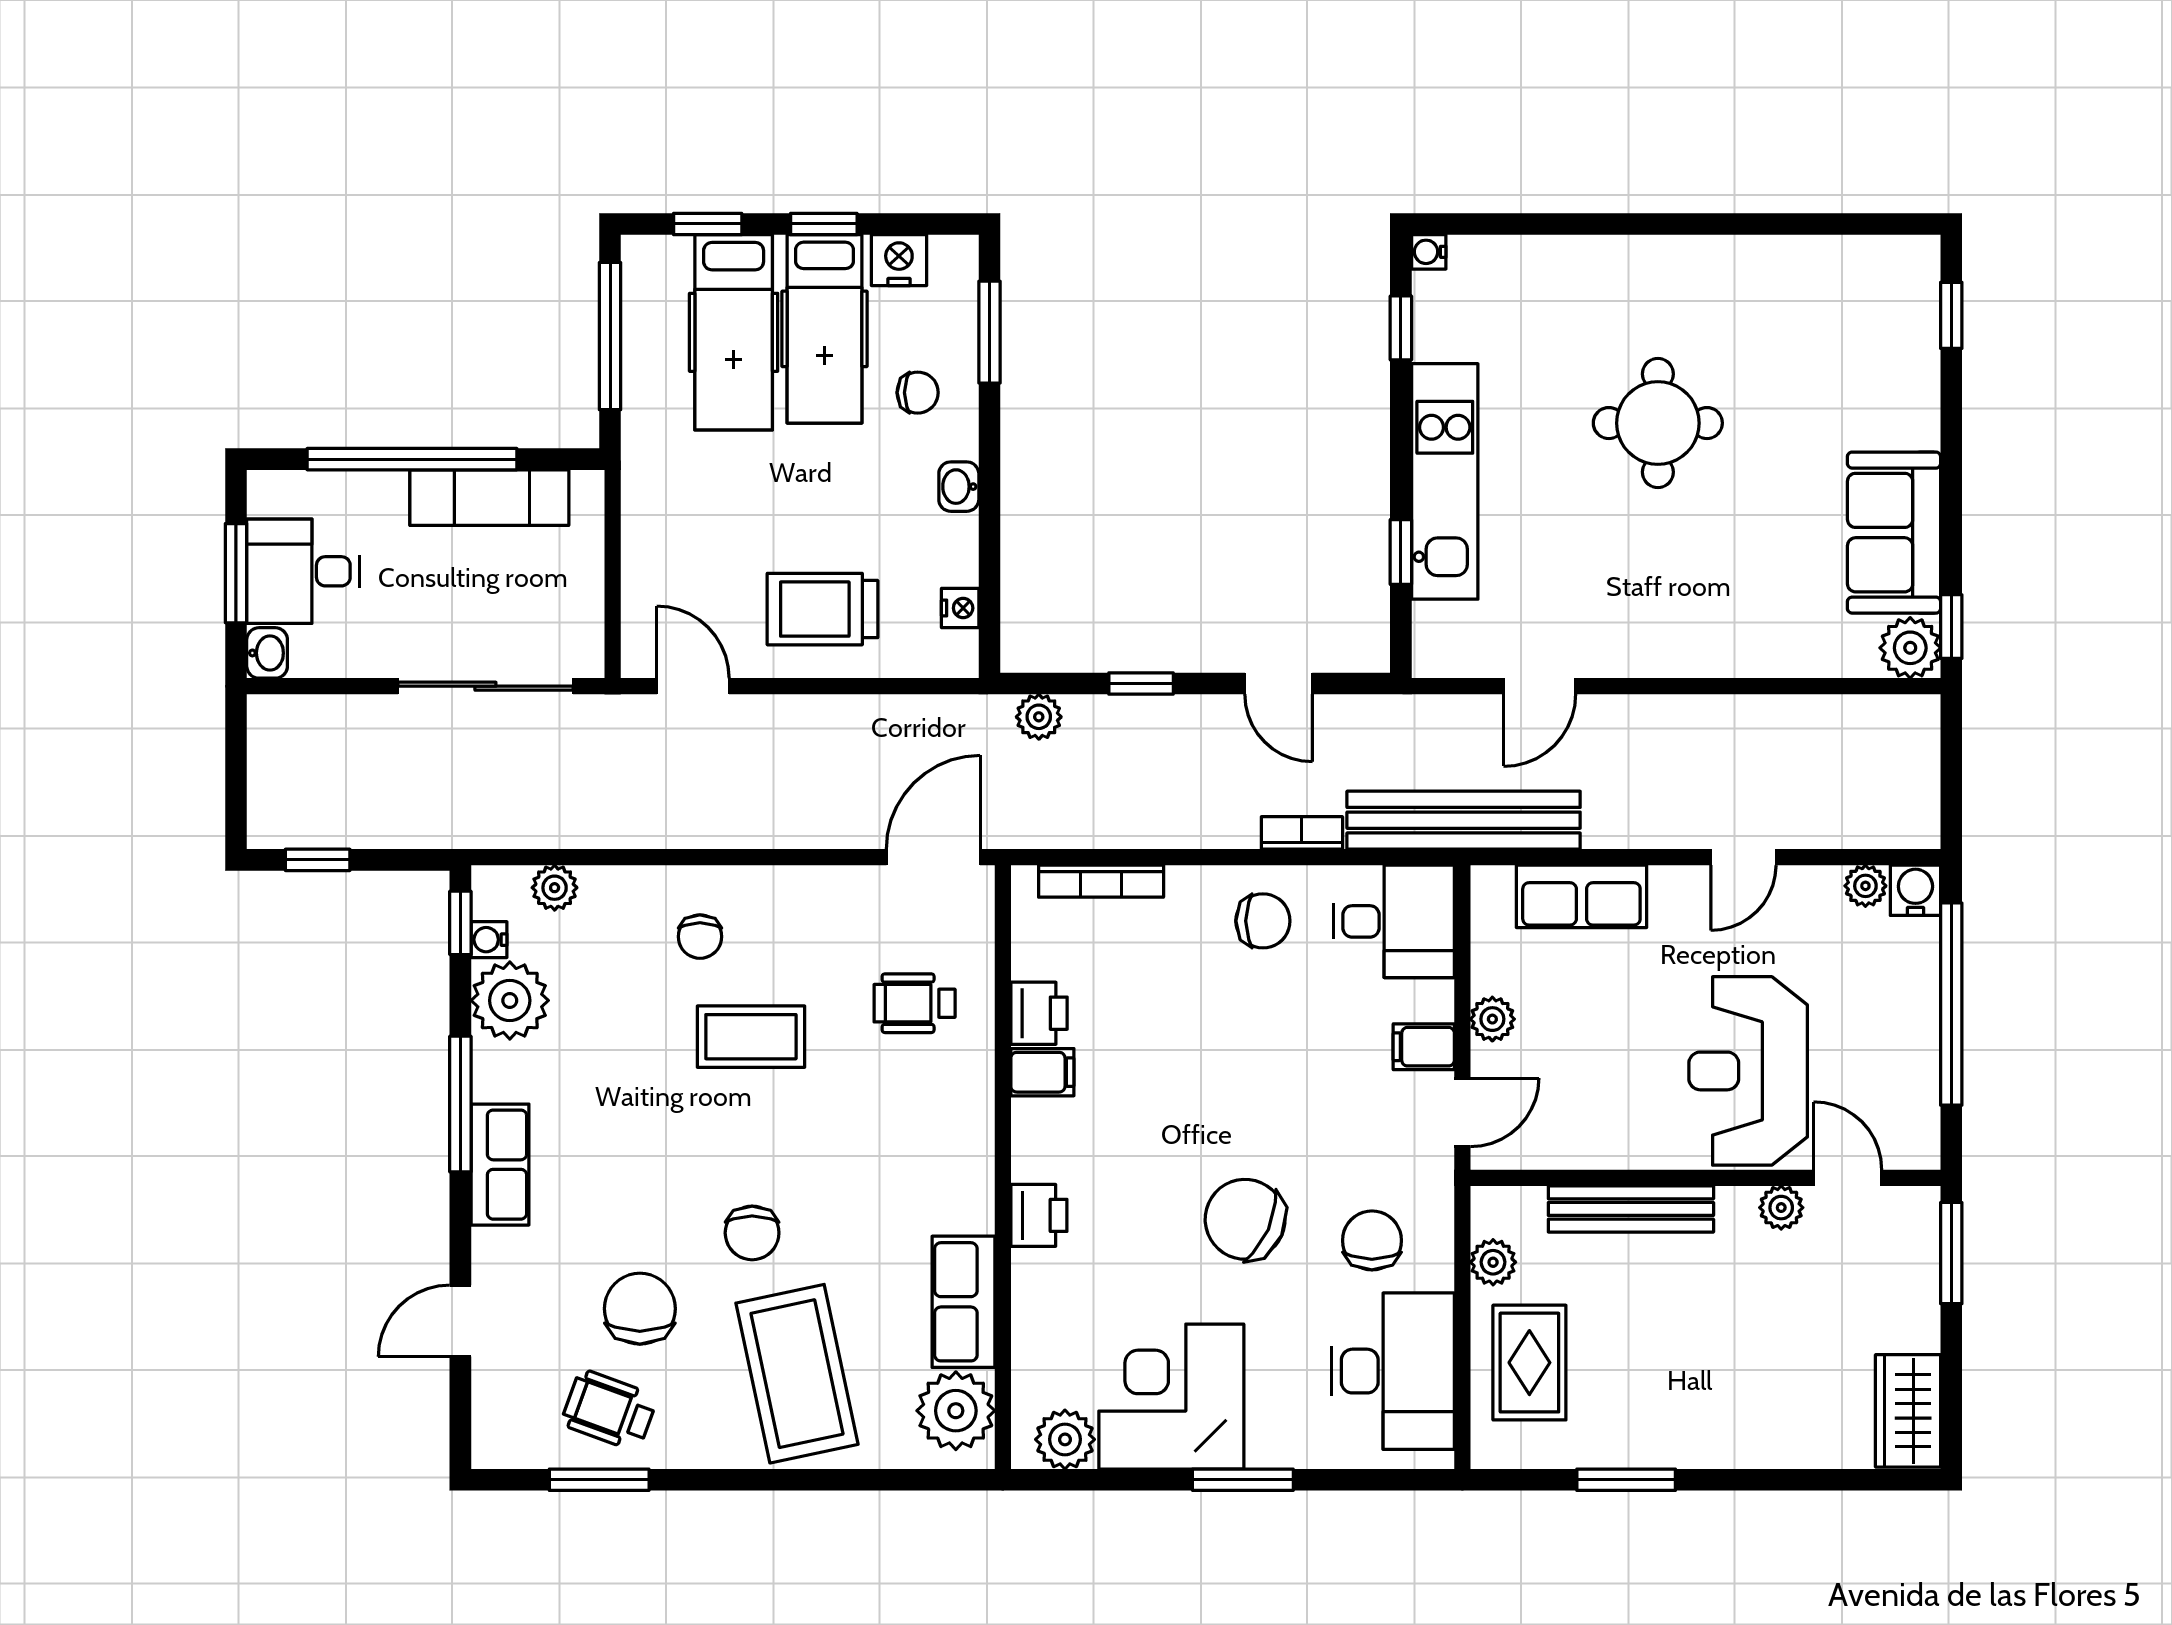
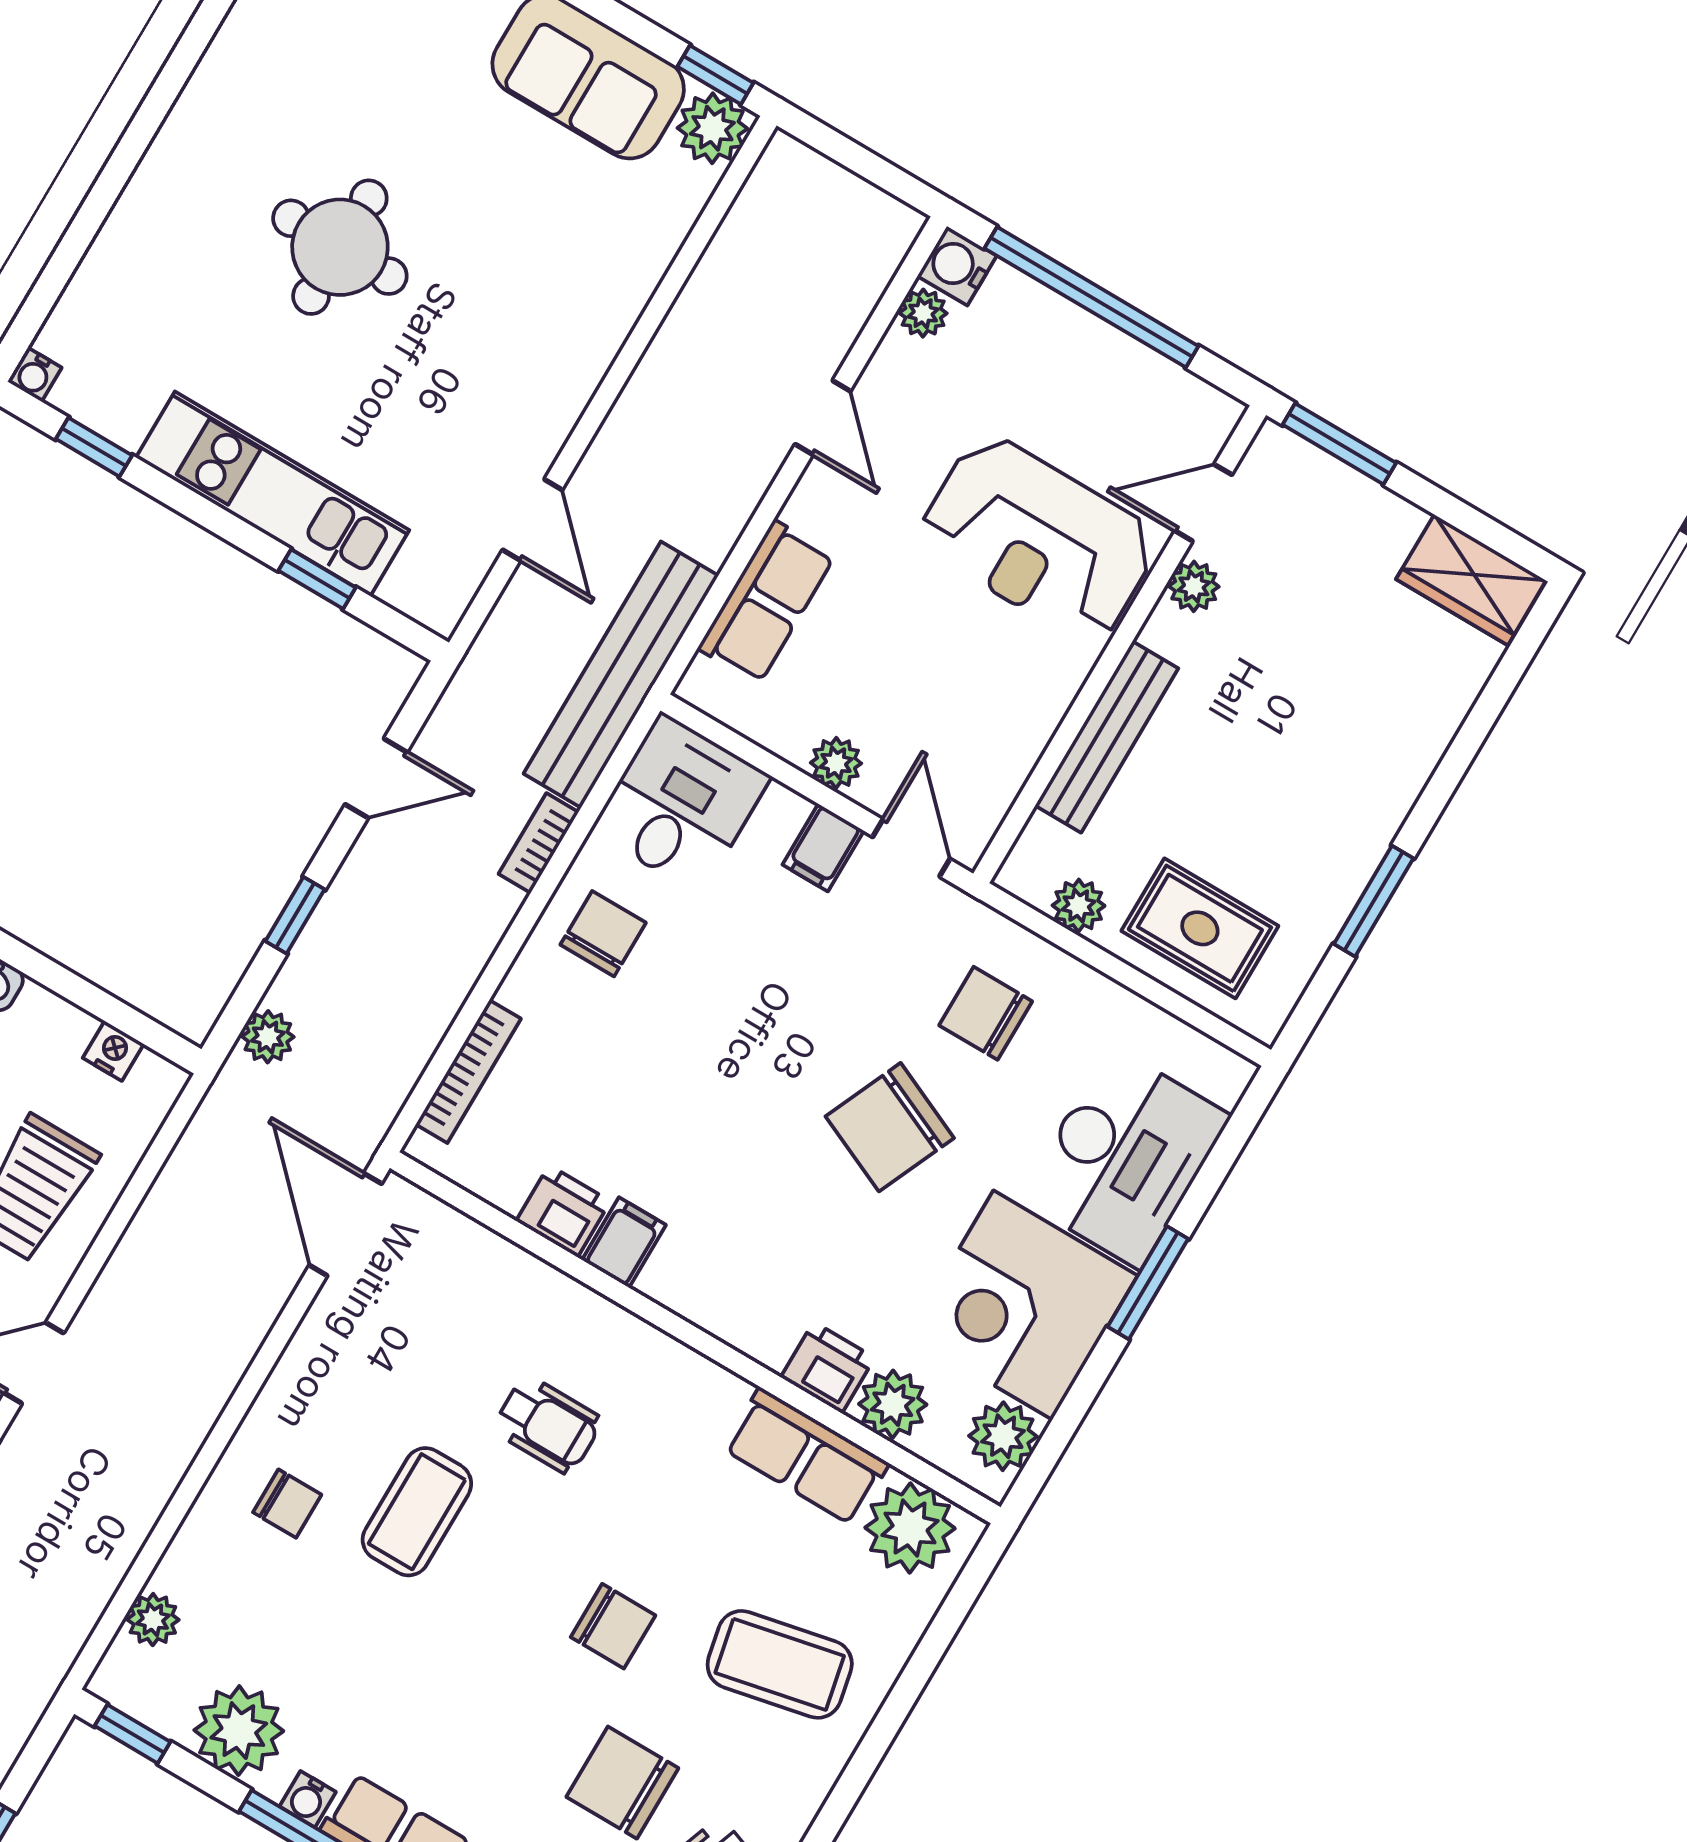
water cooler: (489, 940) -> (308, 1799), moved
wheelchair: (915, 1003) -> (548, 1425), moved, turned -90
printer: (1039, 1215) -> (828, 1368), moved
plant: (1040, 1343) -> (893, 1404), added
desk: (1393, 1371) -> (1125, 1157), moved, turned 90
coffee table: (797, 1374) -> (780, 1664), width x0.73, depth x0.76

